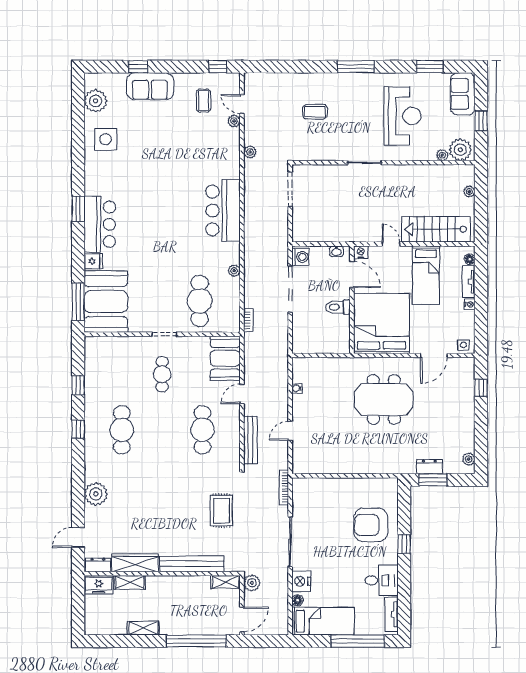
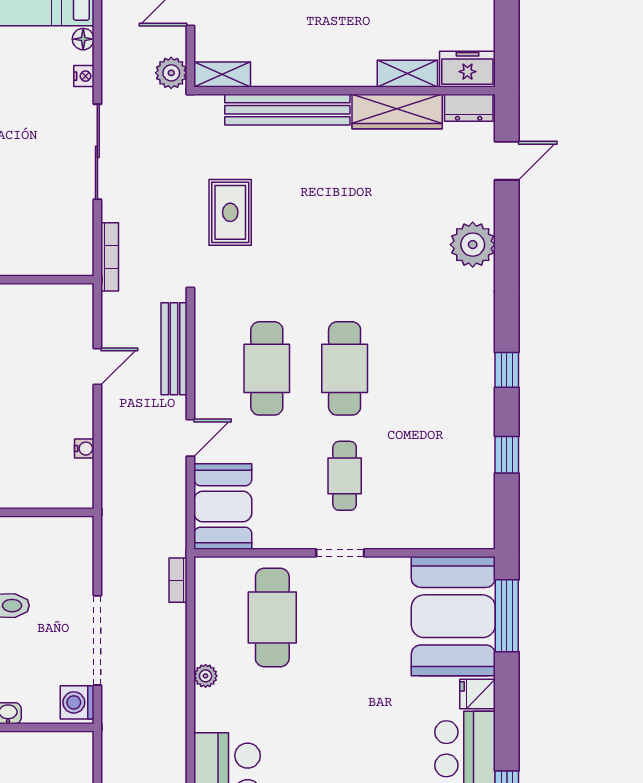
cafe table: (122, 430) -> (345, 368), moved
nightstand: (301, 581) -> (84, 76), width x0.53, depth x0.56

